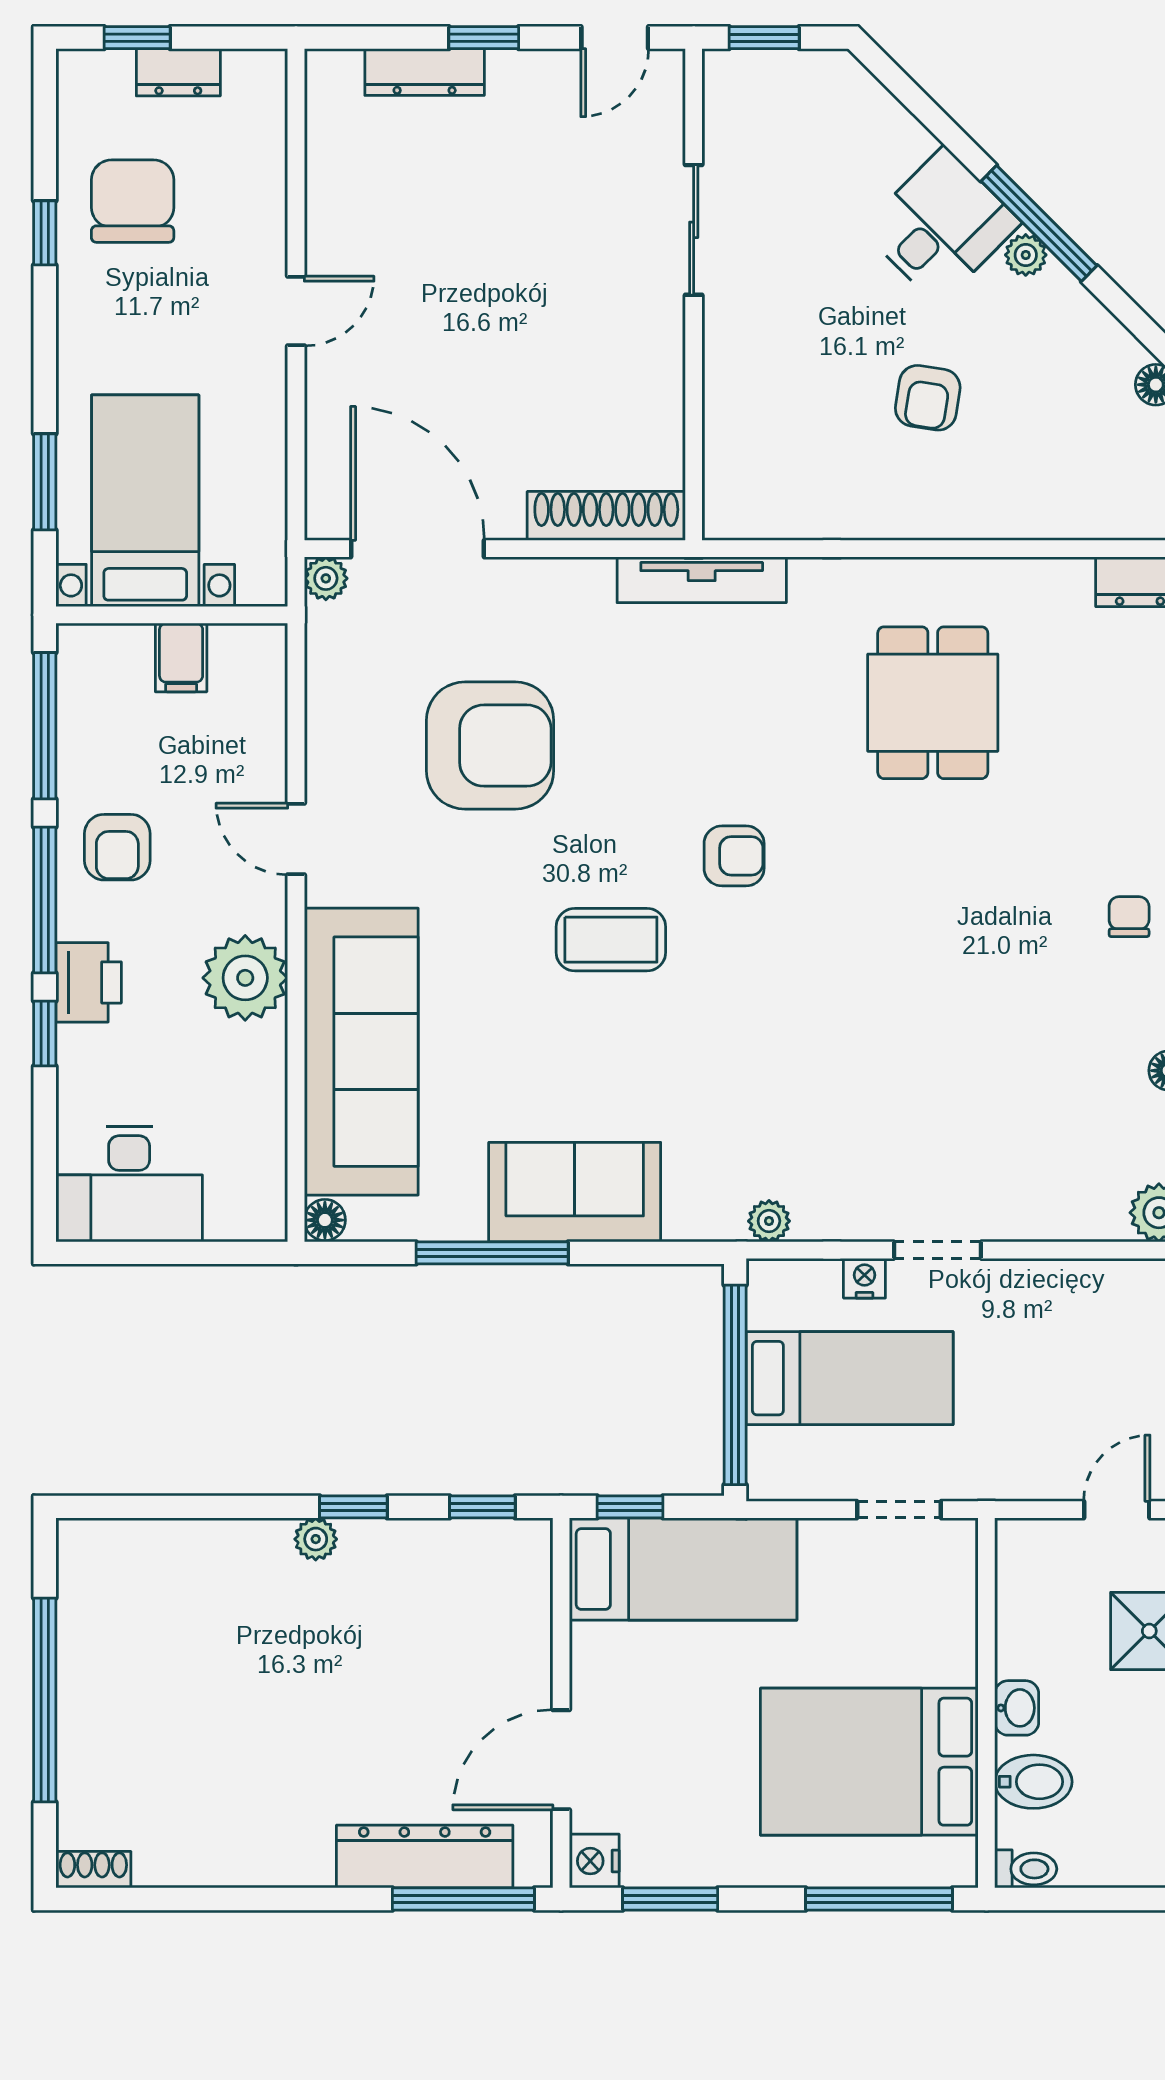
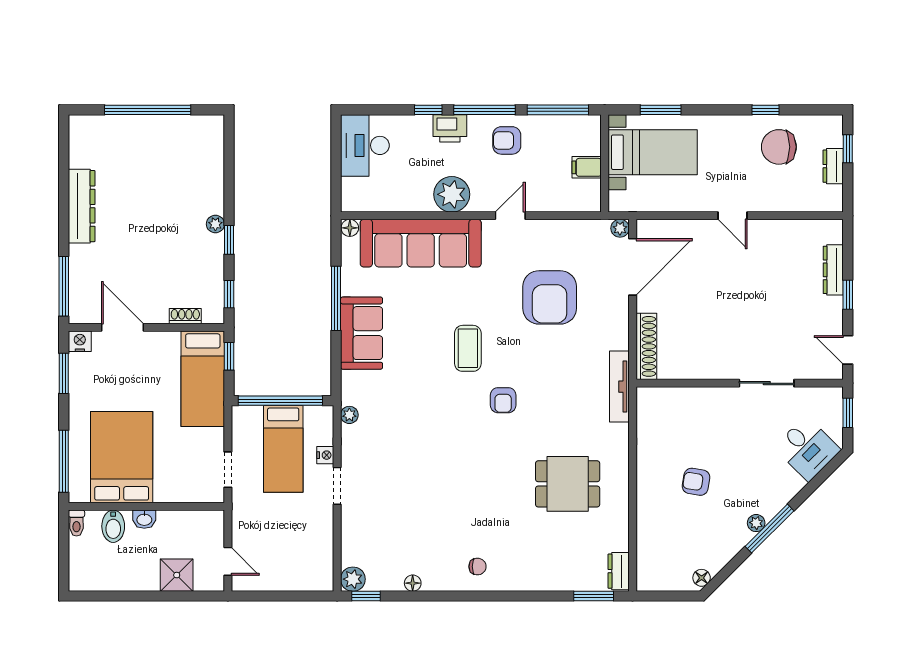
chair: (133, 201) -> (779, 147), turned 180
desk: (941, 226) -> (807, 449), moved
dresser: (425, 1857) -> (82, 206), moved
shoe rack: (93, 1870) -> (185, 316), moved, turned -90

